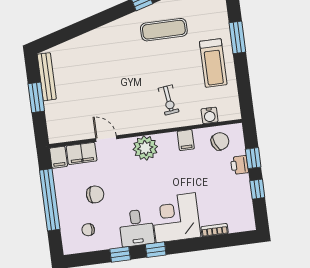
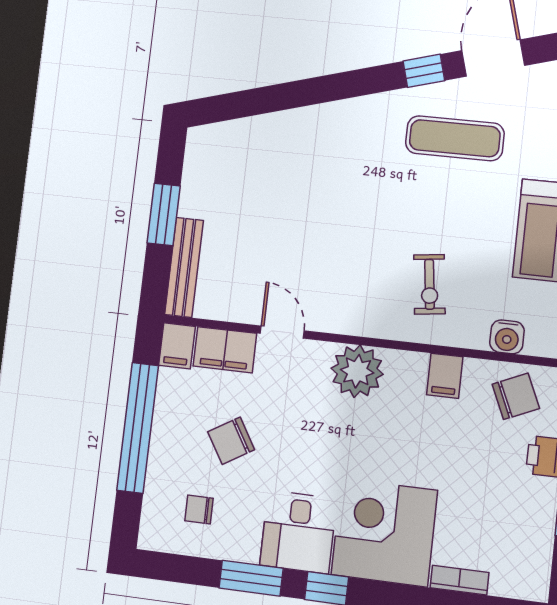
bench: (47, 77) -> (184, 267), moved
chair: (95, 194) -> (231, 441), turned 149
window: (120, 254) -> (251, 578), width x1.50

